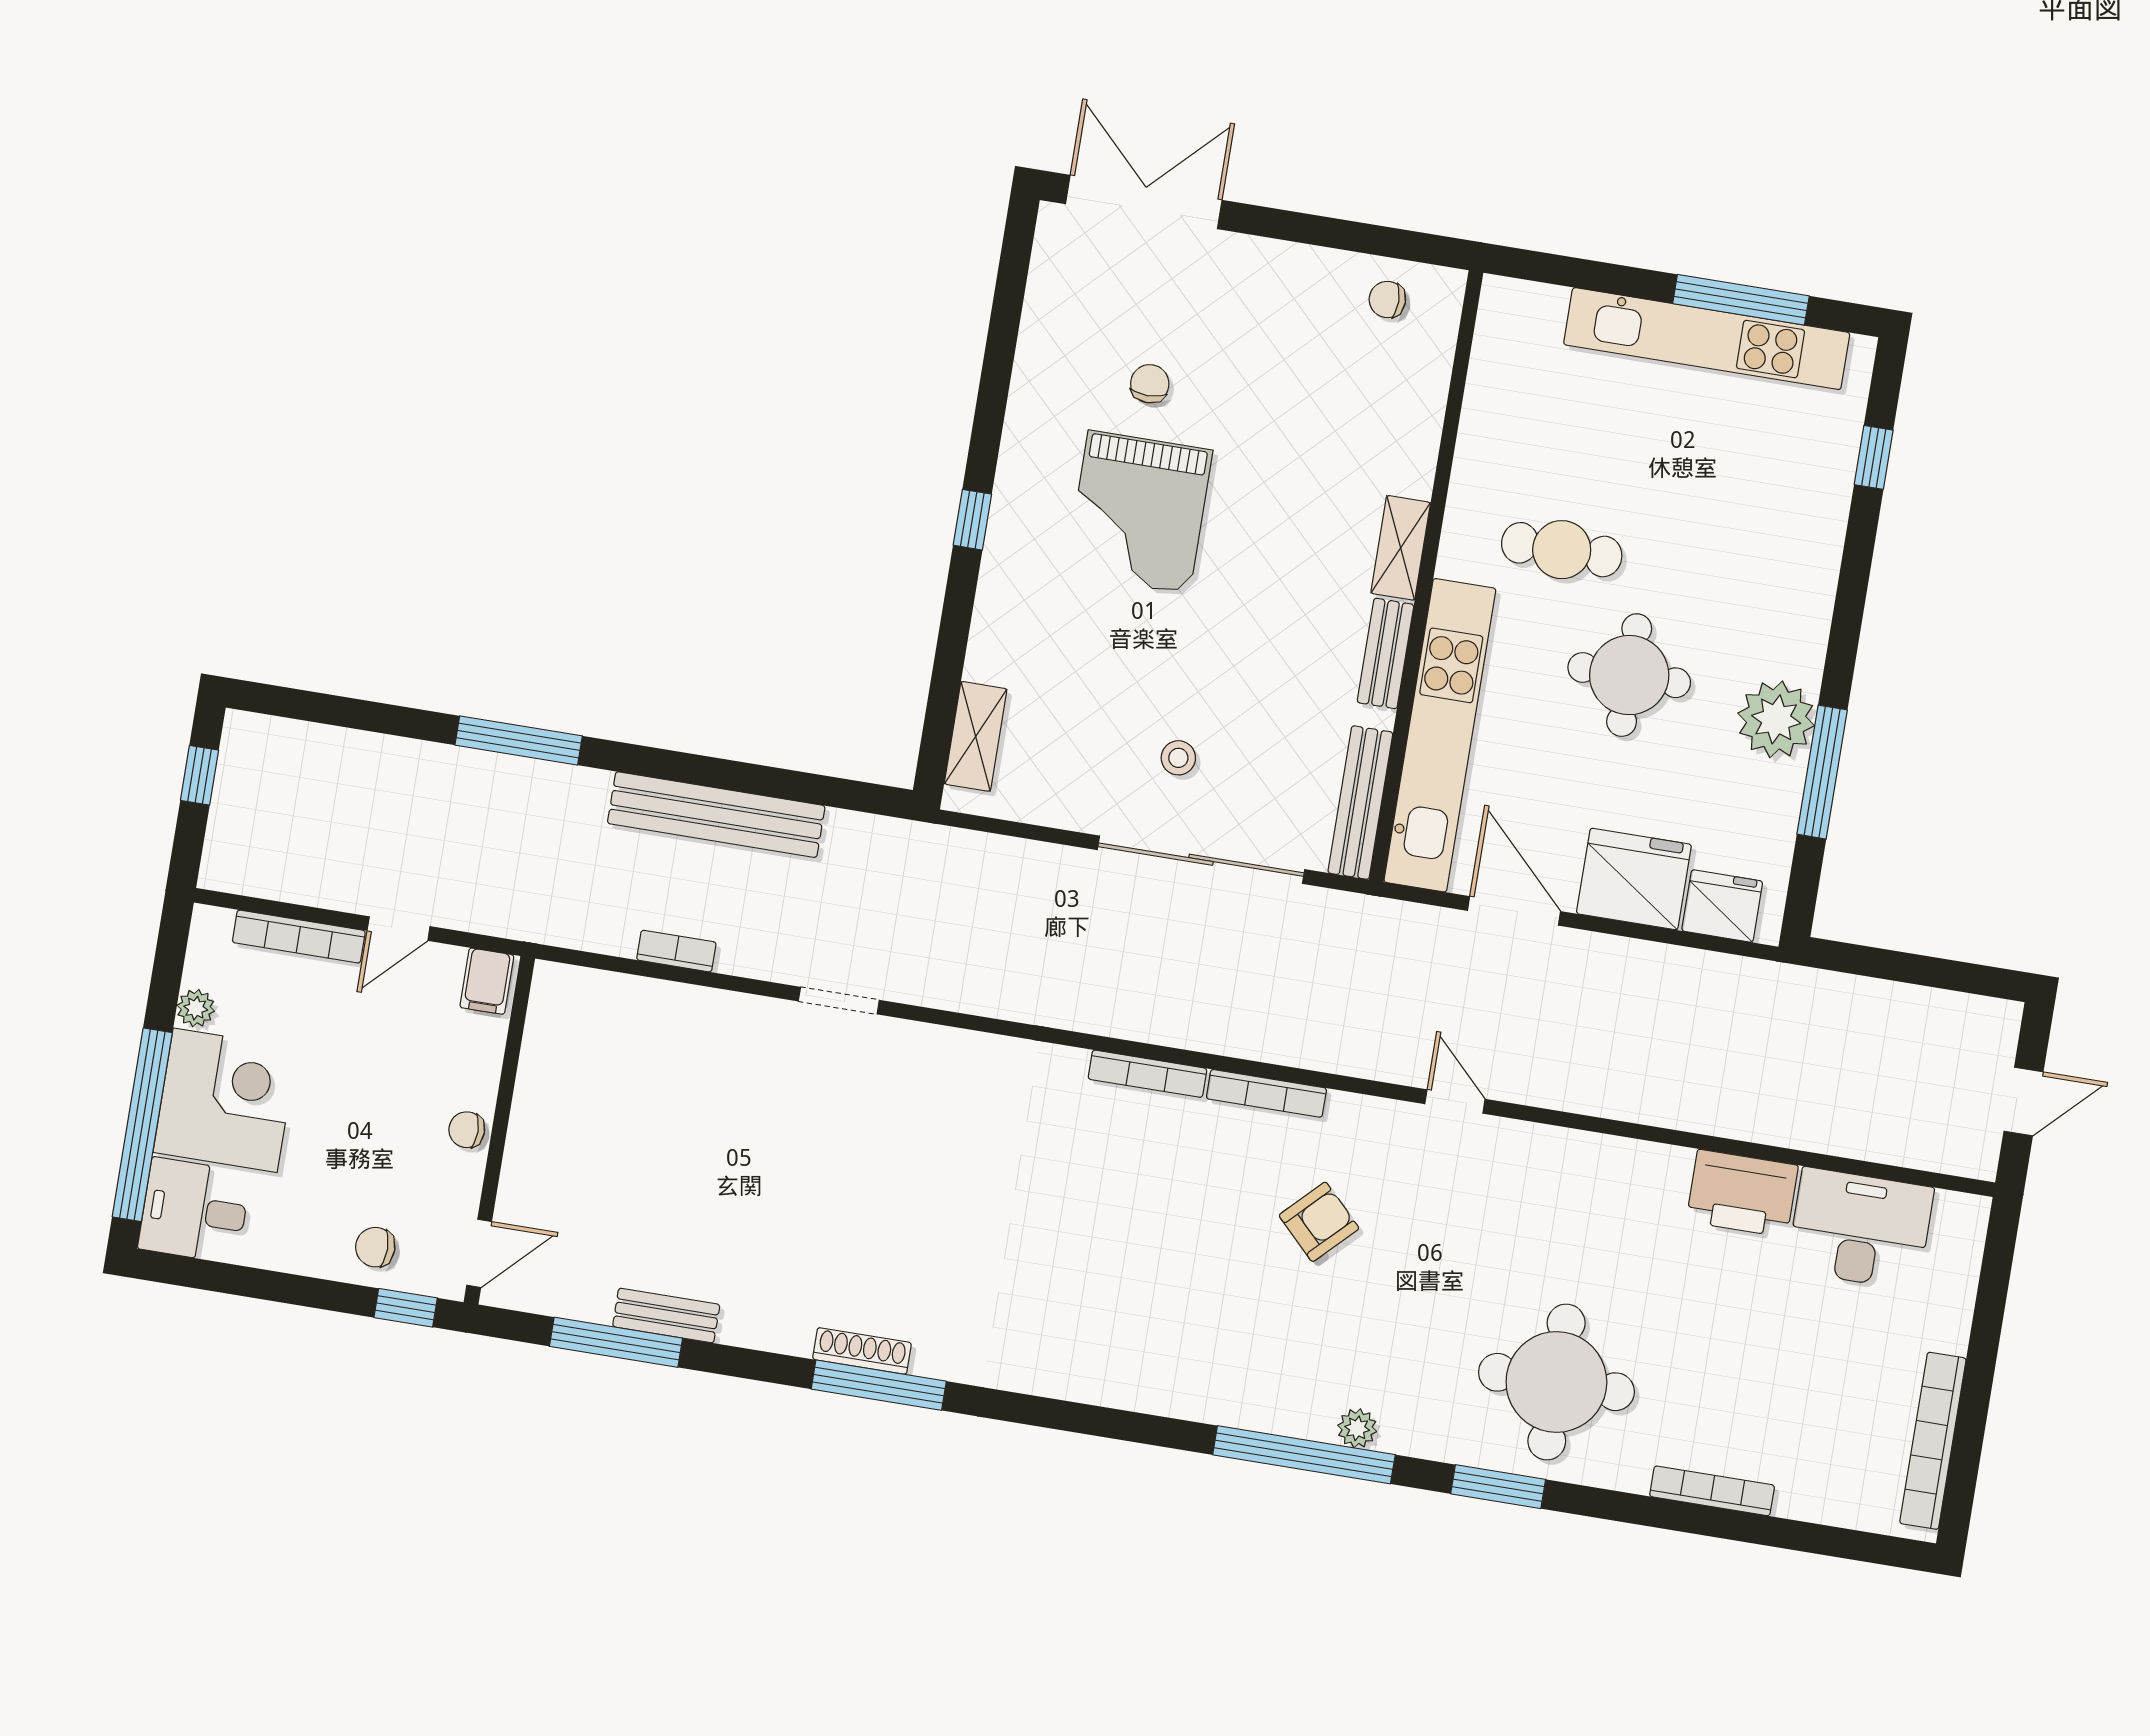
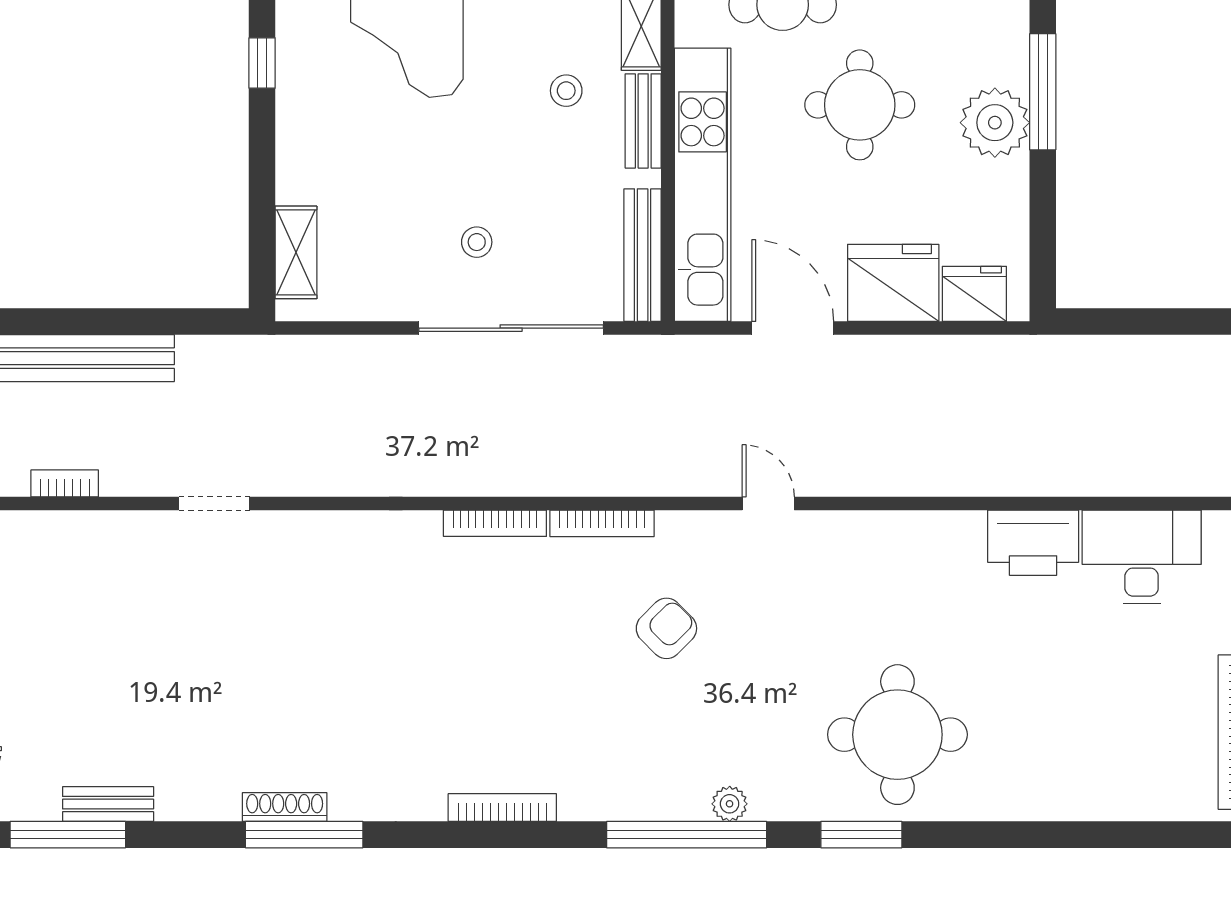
stool: (1305, 606) -> (566, 91), added
window: (1822, 772) -> (1043, 92), moved
bookcase: (1712, 1491) -> (502, 808), moved

